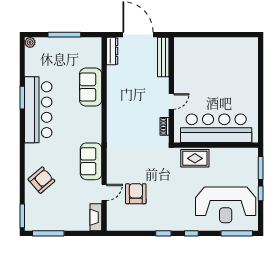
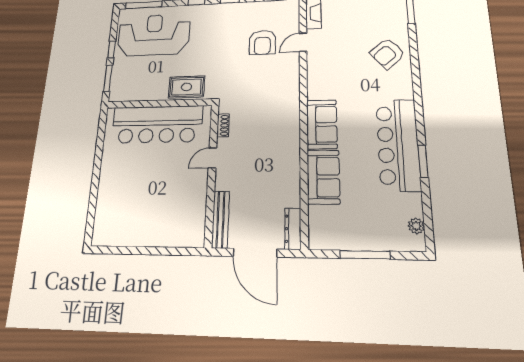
plant: (30, 42) -> (416, 226), moved
sofa: (91, 161) -> (322, 124), moved

